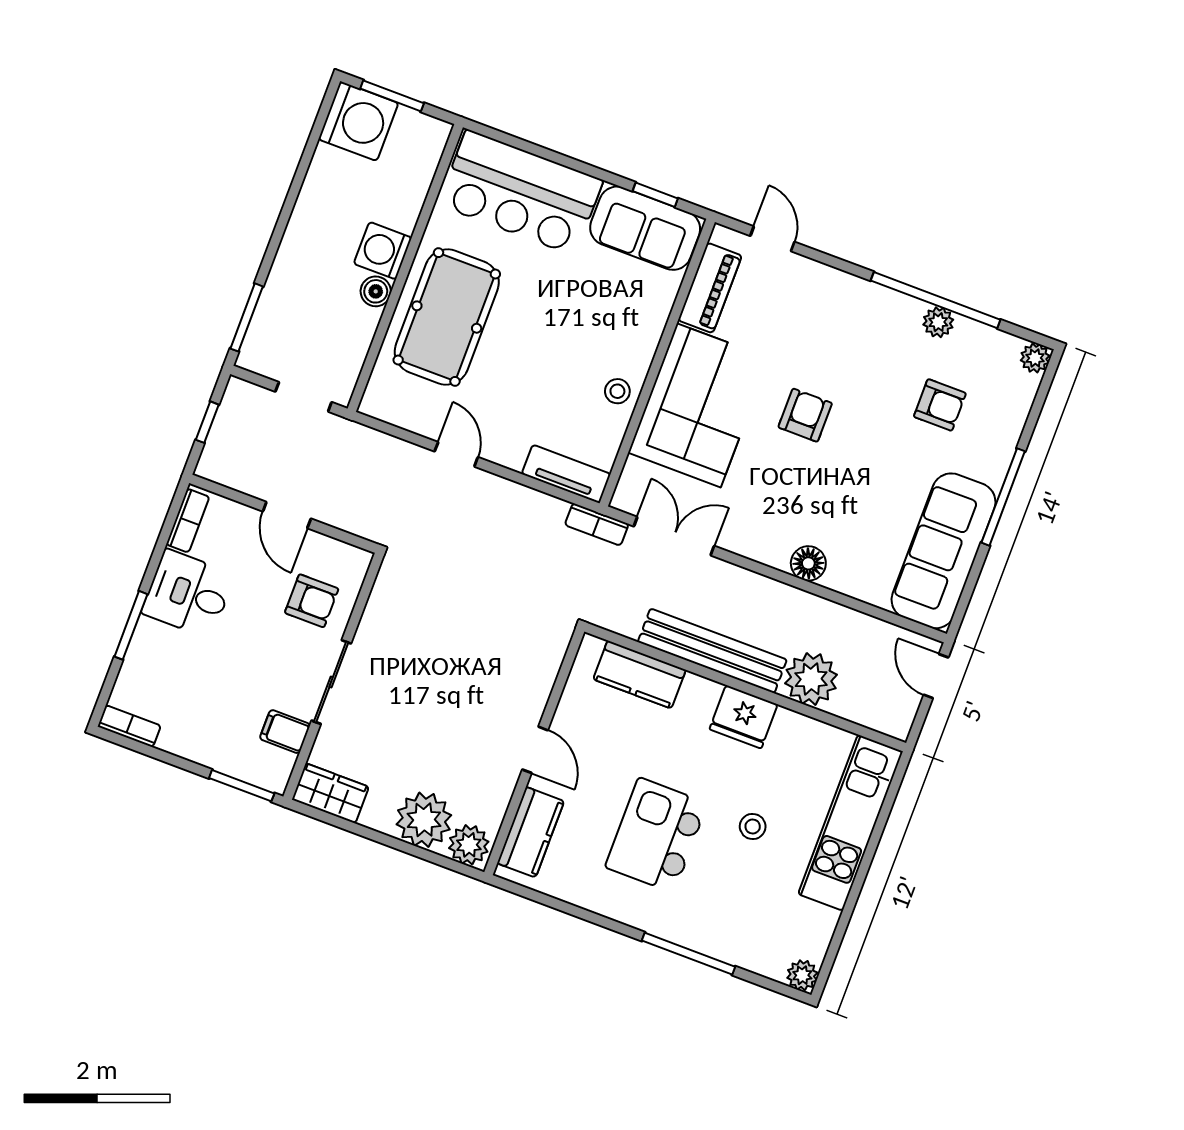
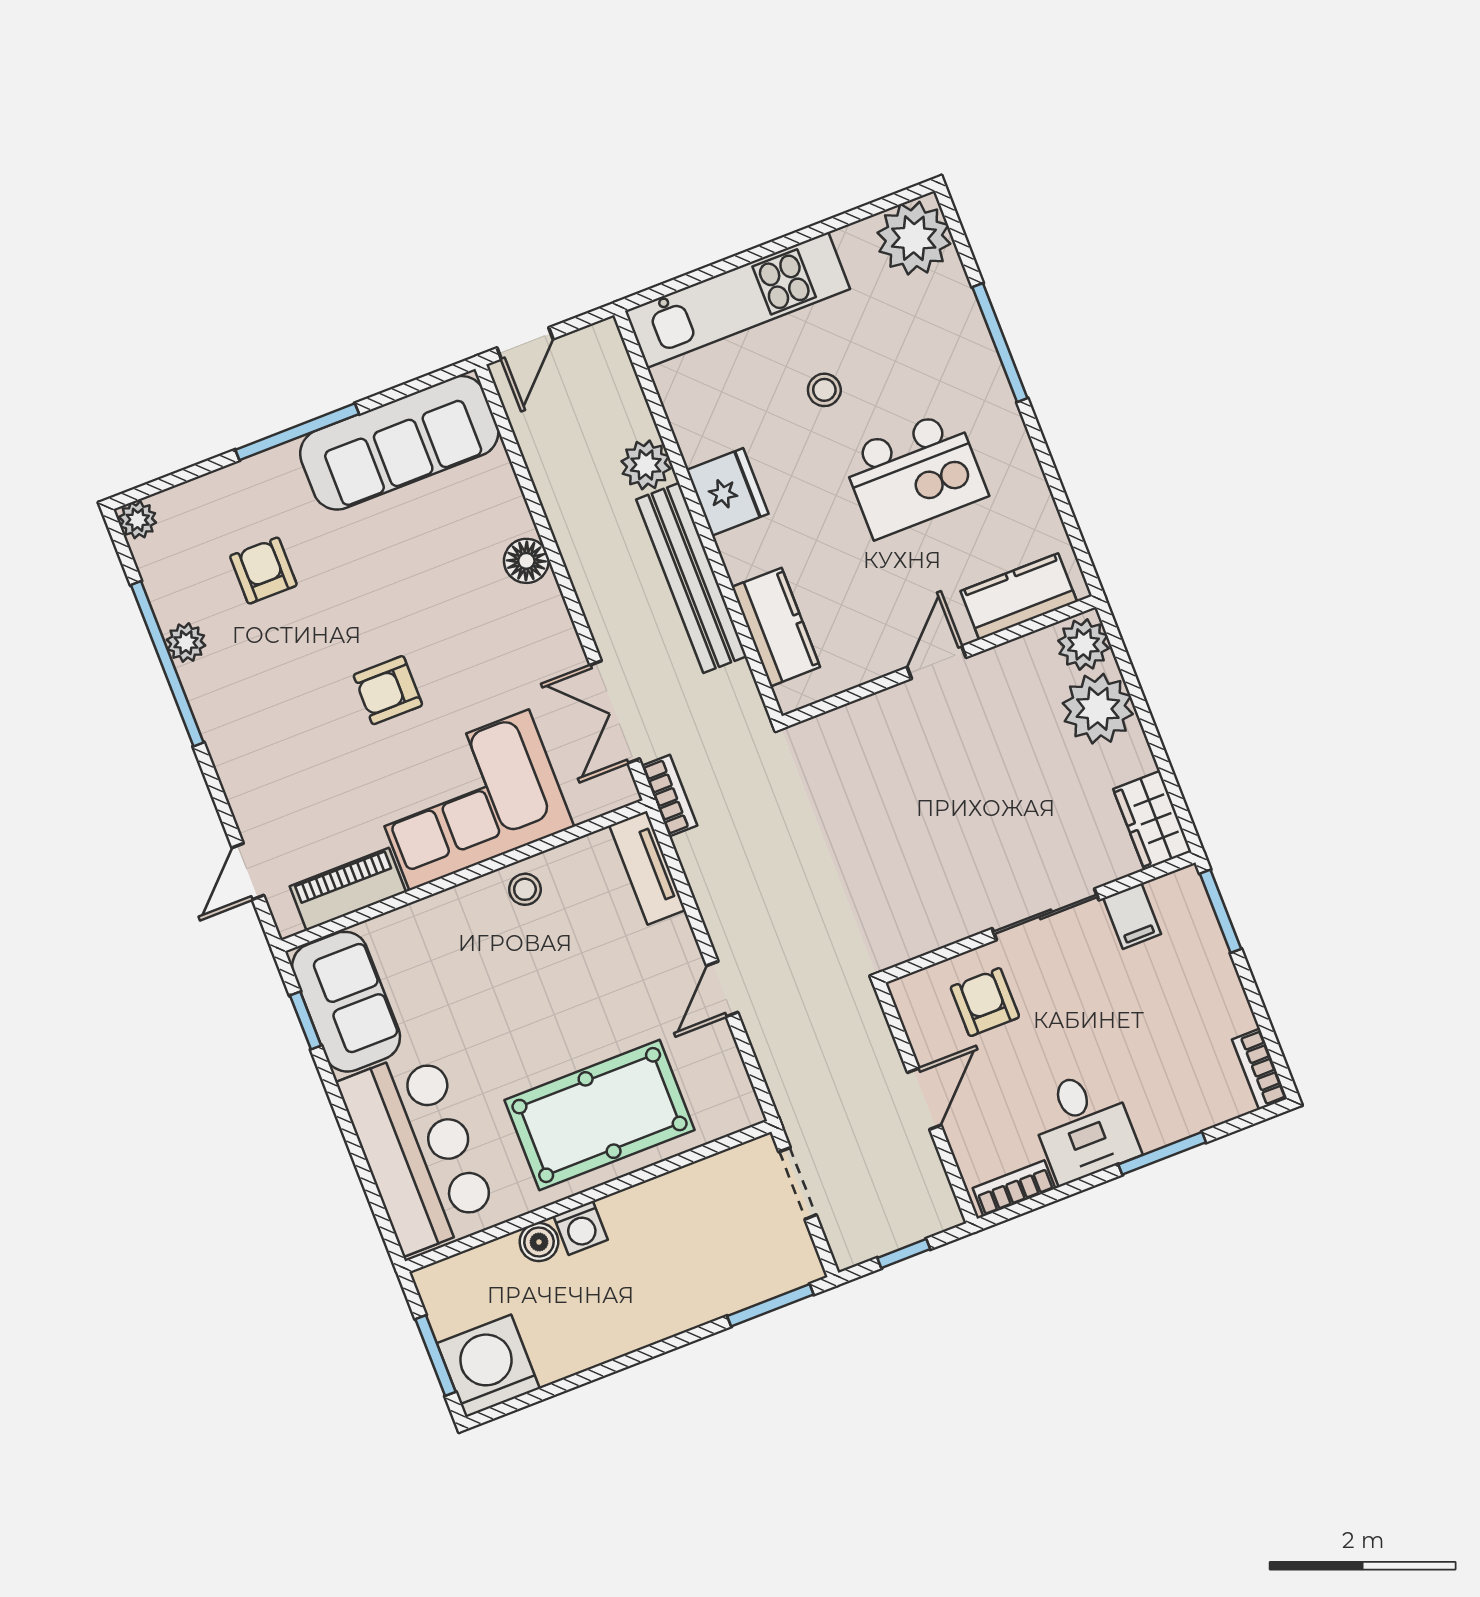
washing machine: (383, 251) -> (581, 1228), width x0.73, depth x0.73
boiler: (376, 291) -> (539, 1242), moved
plant: (811, 679) -> (646, 465), width x0.73, depth x0.73
plant: (802, 975) -> (914, 238), width x1.88, depth x1.88

